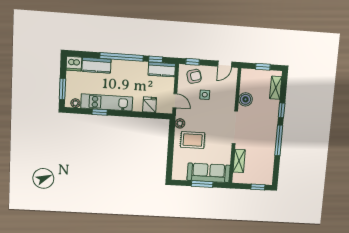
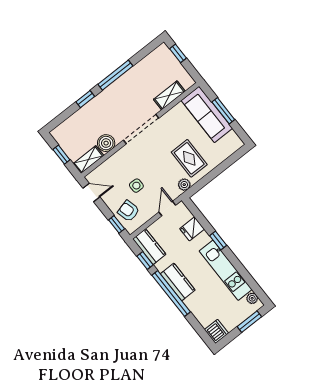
kitchen counter: (96, 65) -> (178, 282), moved
shelving: (276, 88) -> (88, 160), moved
window: (100, 112) -> (218, 240), moved

